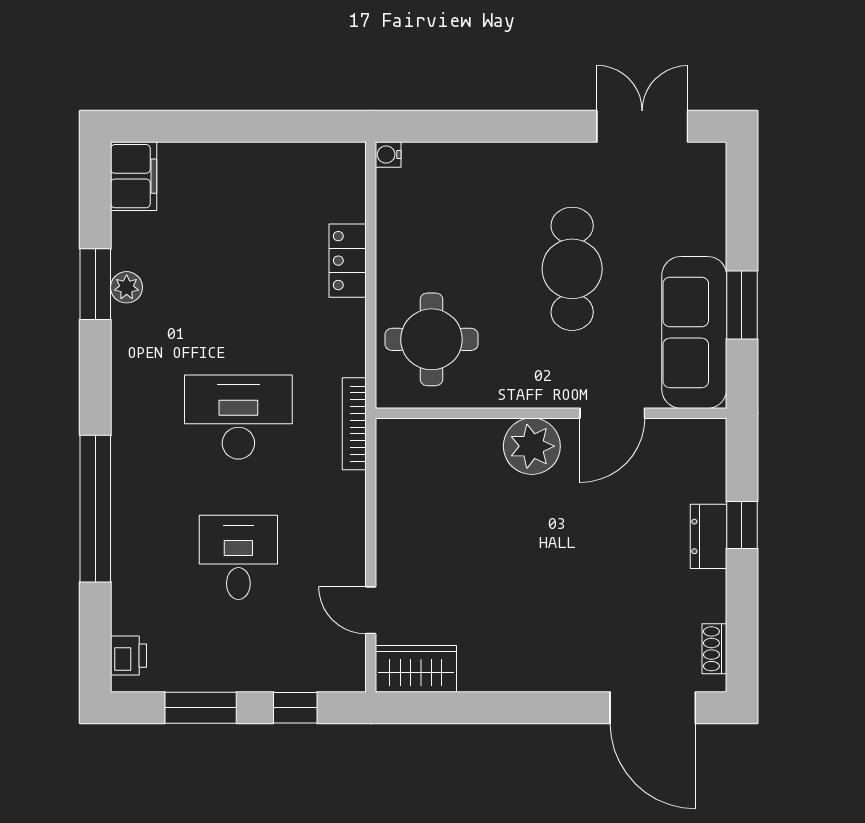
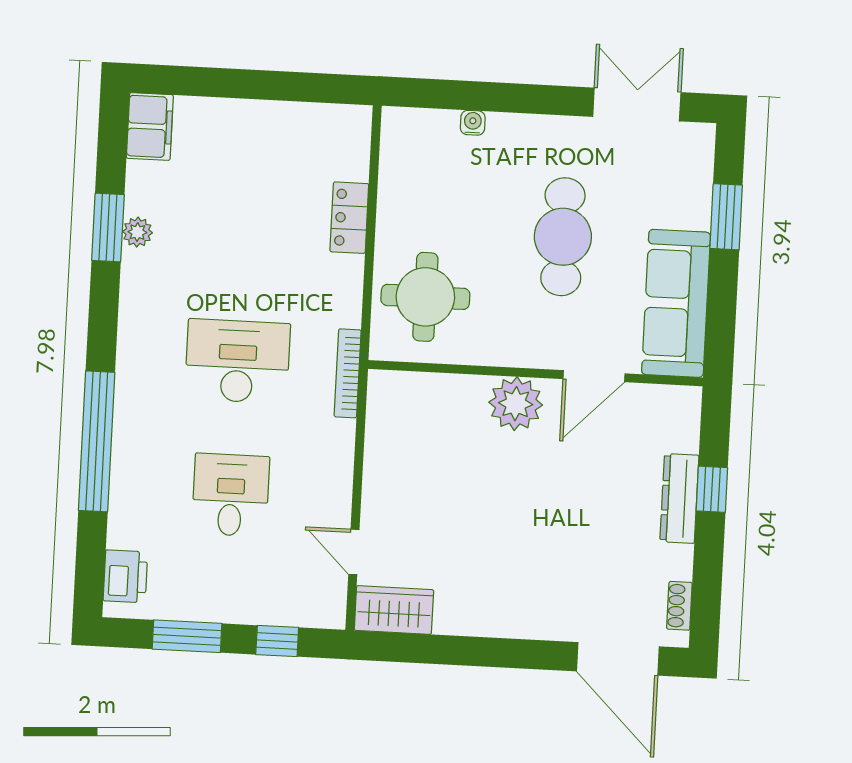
water cooler: (388, 154) -> (473, 123), moved, turned 90
window: (742, 305) -> (726, 217), moved
dresser: (708, 536) -> (679, 498), width x1.44
printer: (129, 656) -> (125, 576), width x1.36, depth x1.24

